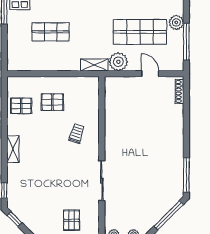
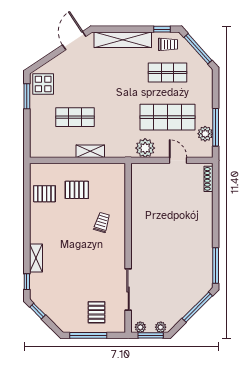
plant: (176, 22) -> (205, 134), moved
shelving: (94, 65) -> (90, 151), moved
shelving: (13, 149) -> (36, 258), moved
sliding door: (102, 181) -> (128, 290), moved

